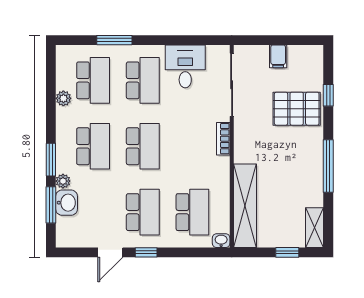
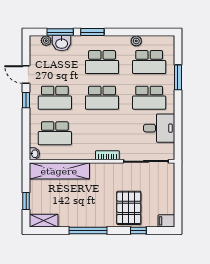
filing cabinet: (278, 56) -> (166, 221), moved
plant: (63, 181) -> (46, 41), moved

